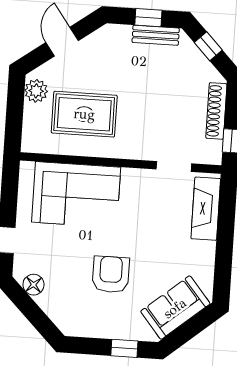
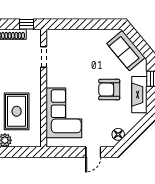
fireplace: (206, 209) -> (139, 95), moved, turned 90

